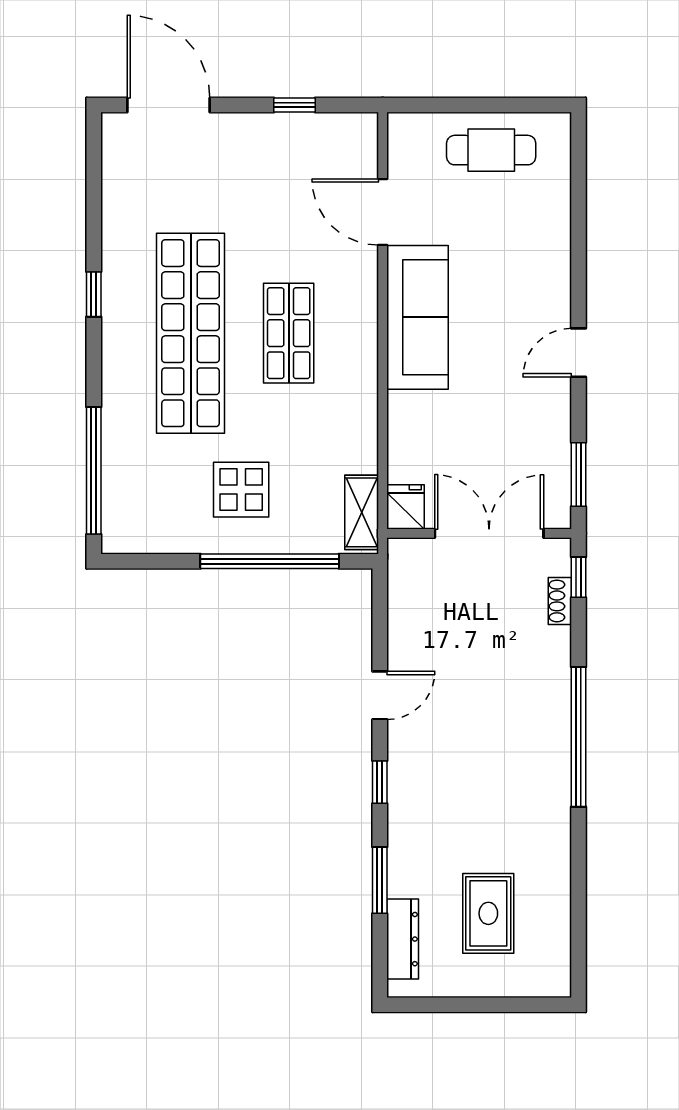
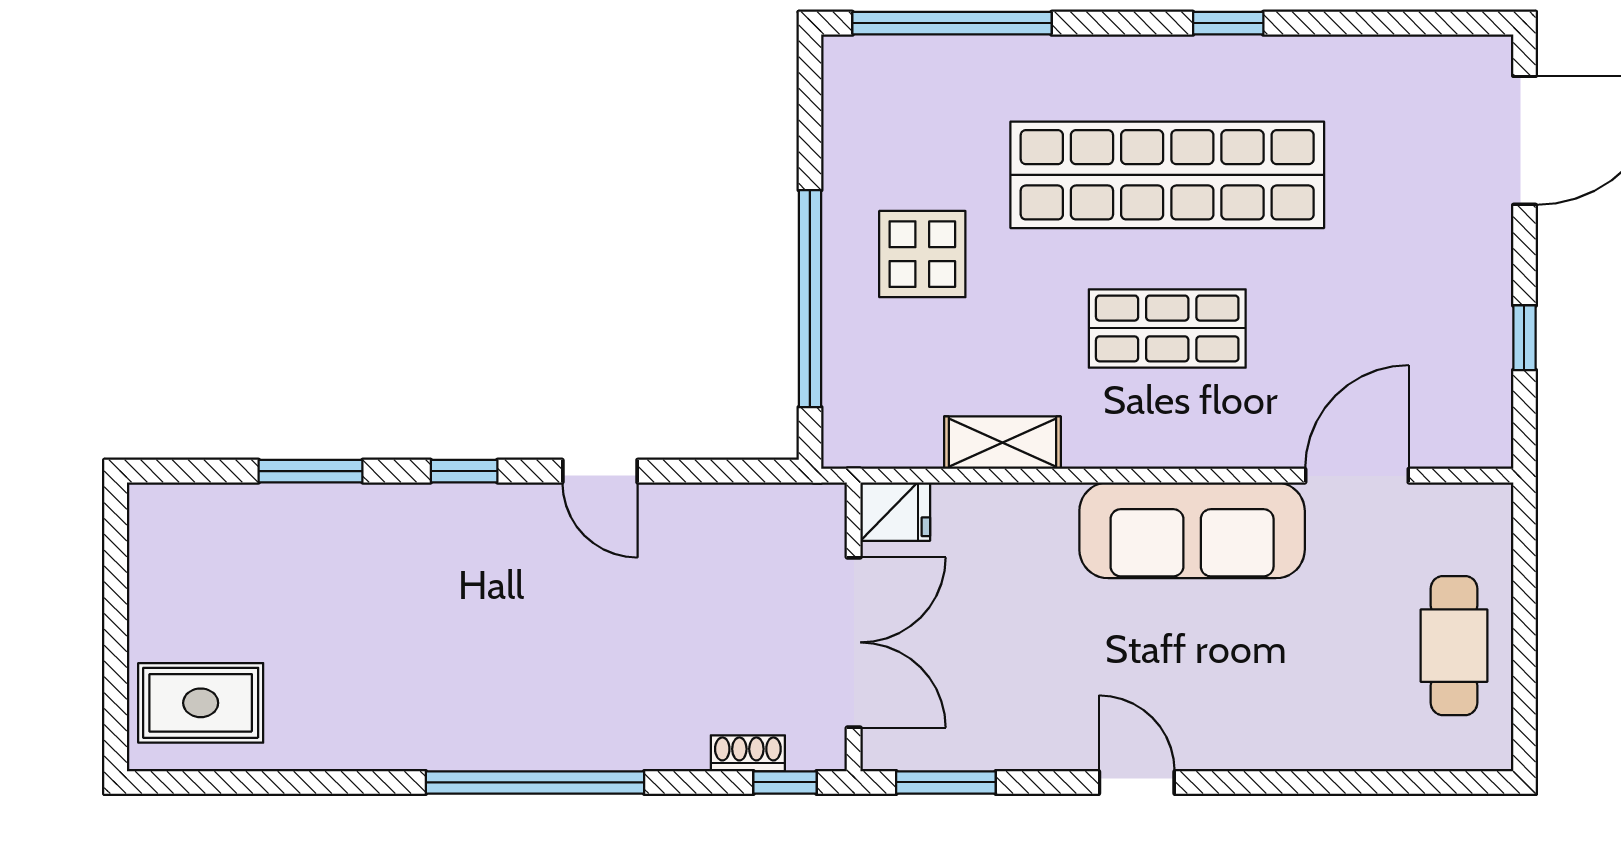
shelving: (362, 512) -> (1002, 443), moved
rug: (488, 913) -> (201, 703), moved
dresser: (403, 939) -> (218, 507), removed

